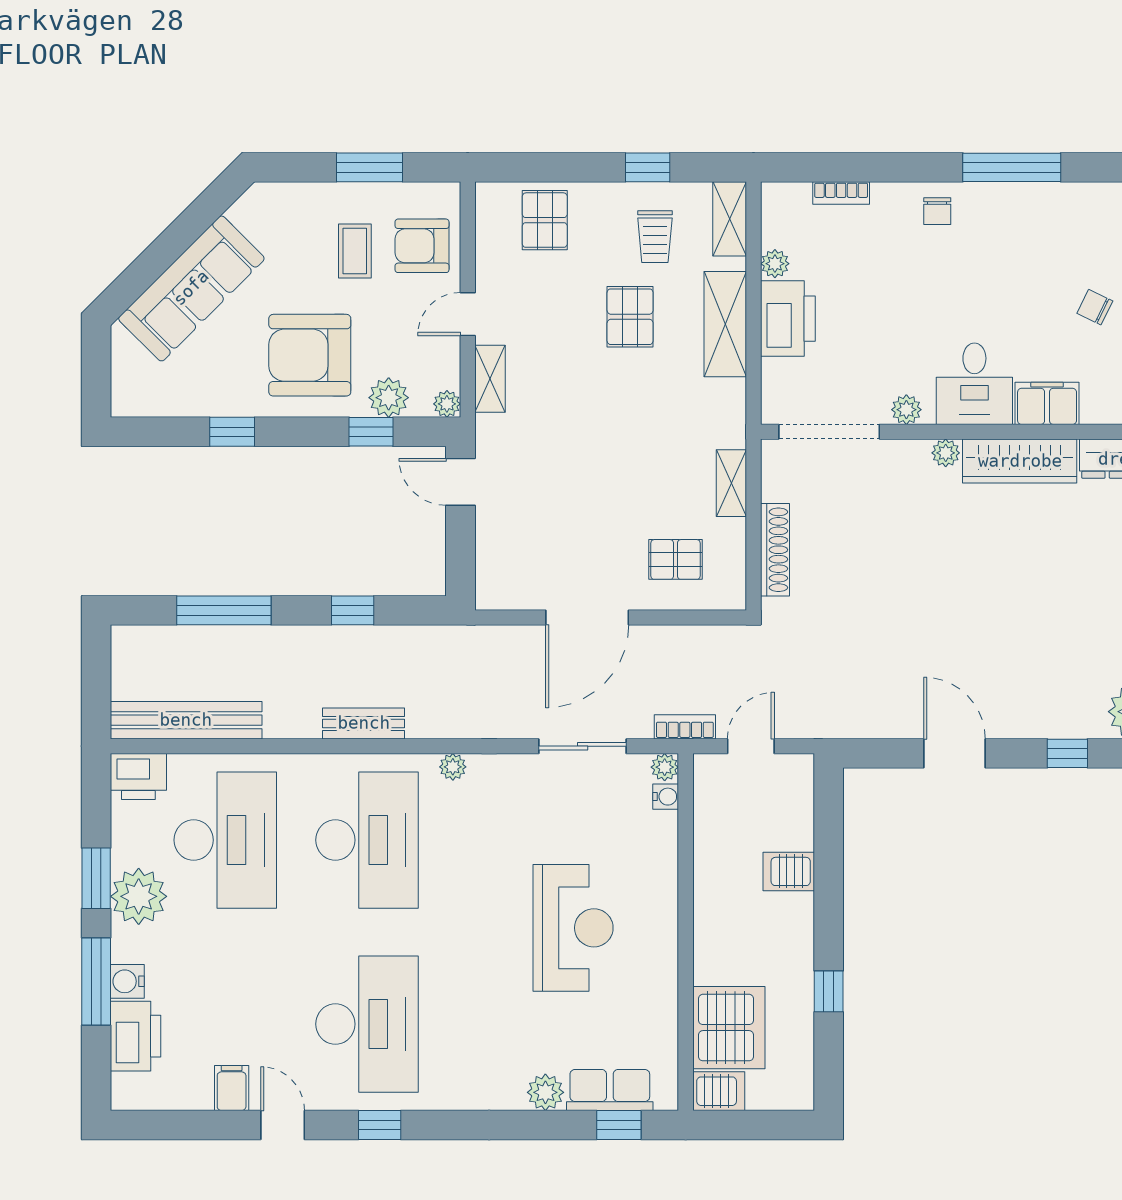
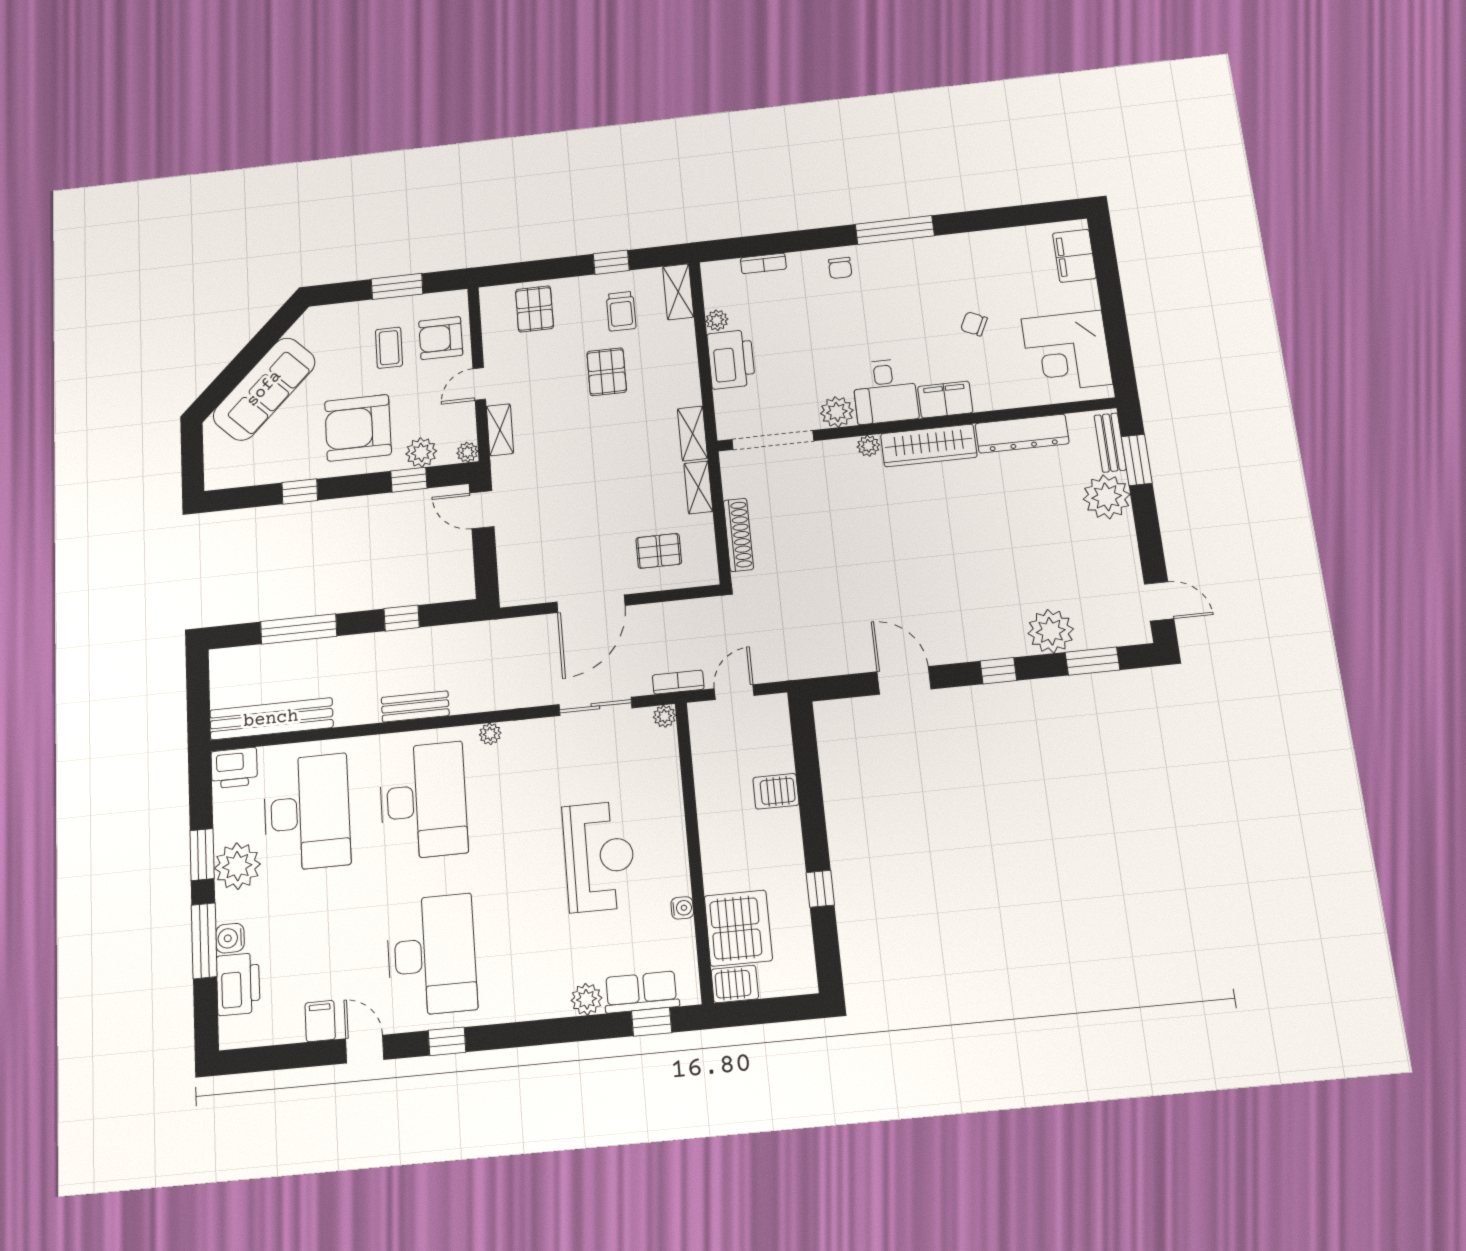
shelving: (725, 324) -> (692, 434), moved, width x0.67, depth x0.75
plant: (906, 410) -> (837, 412), width x1.38, depth x1.38
water cooler: (666, 797) -> (682, 908), moved

